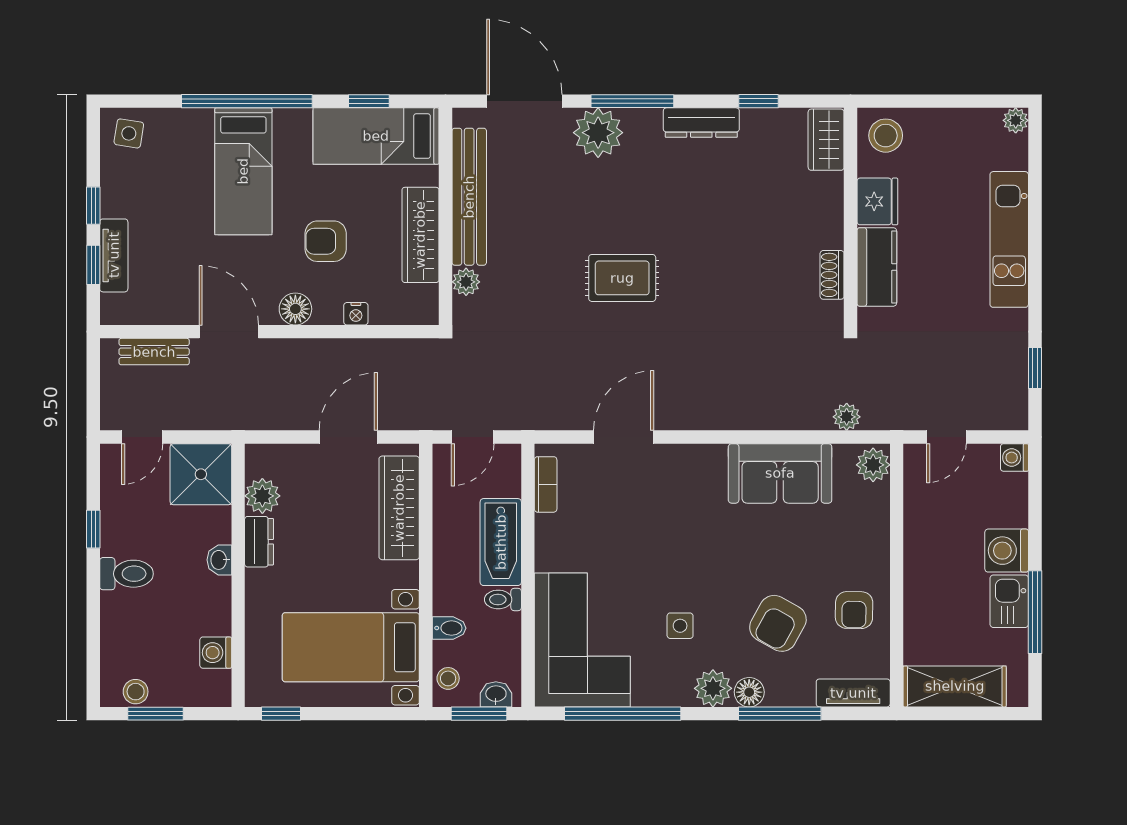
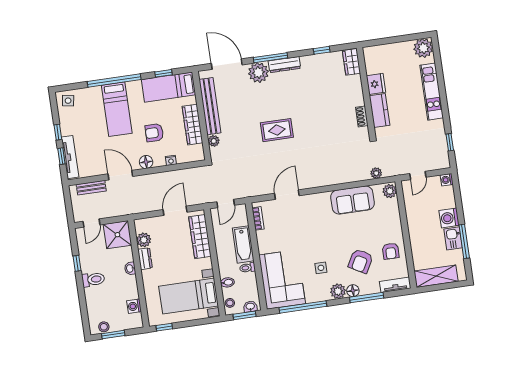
plant: (1016, 120) -> (423, 48), width x1.87, depth x1.87
dresser: (701, 123) -> (284, 65), moved
stool: (886, 136) -> (375, 57), removed
tv unit: (114, 255) -> (70, 157), width x1.41

